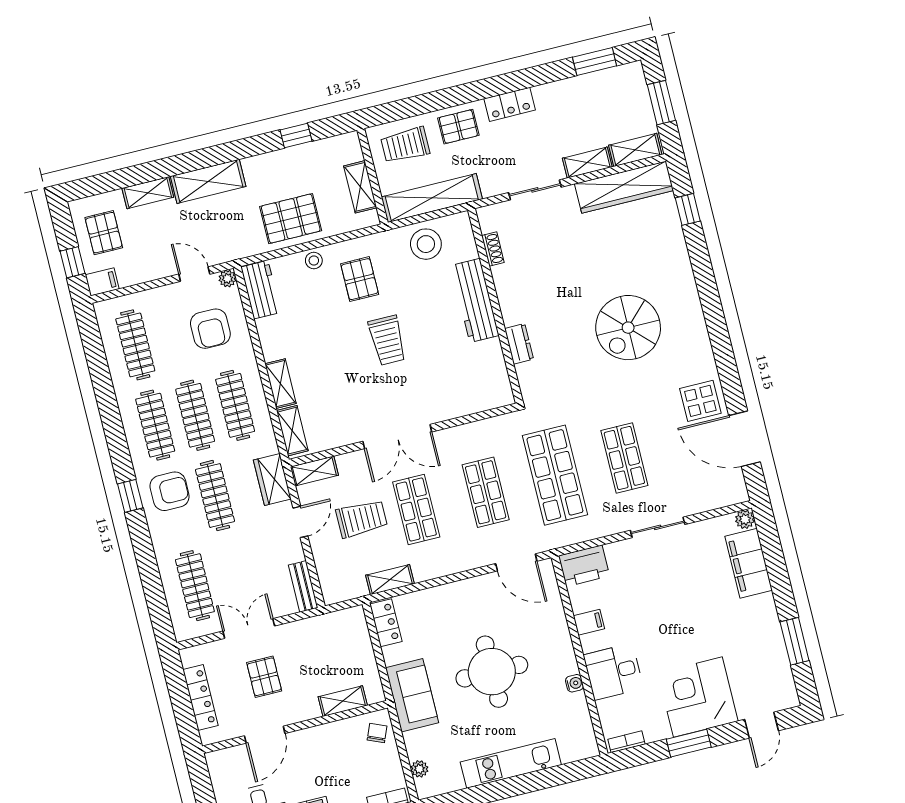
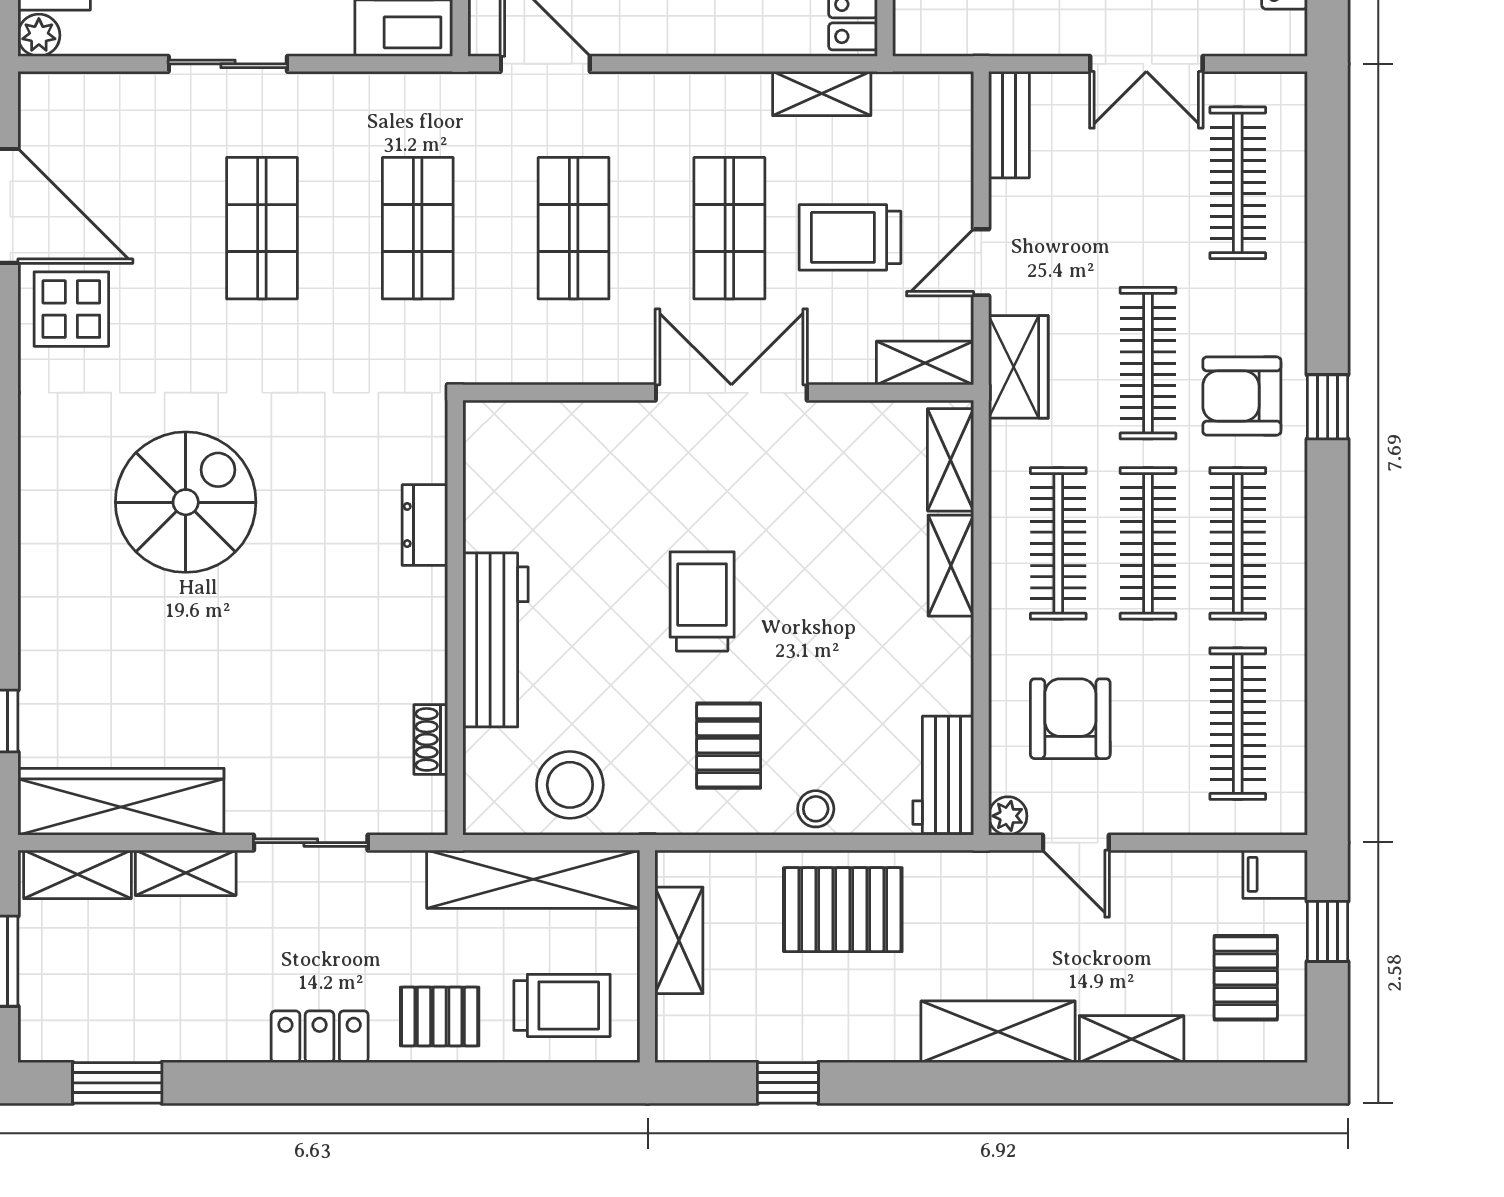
shop shelf: (555, 475) -> (418, 228), width x0.70, depth x0.74

